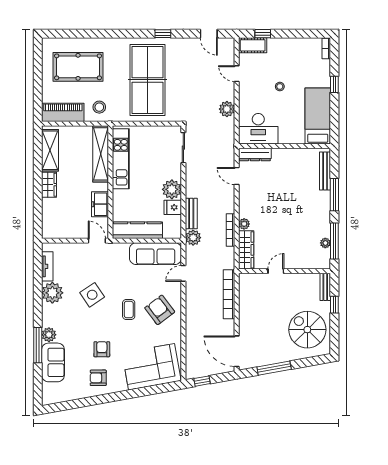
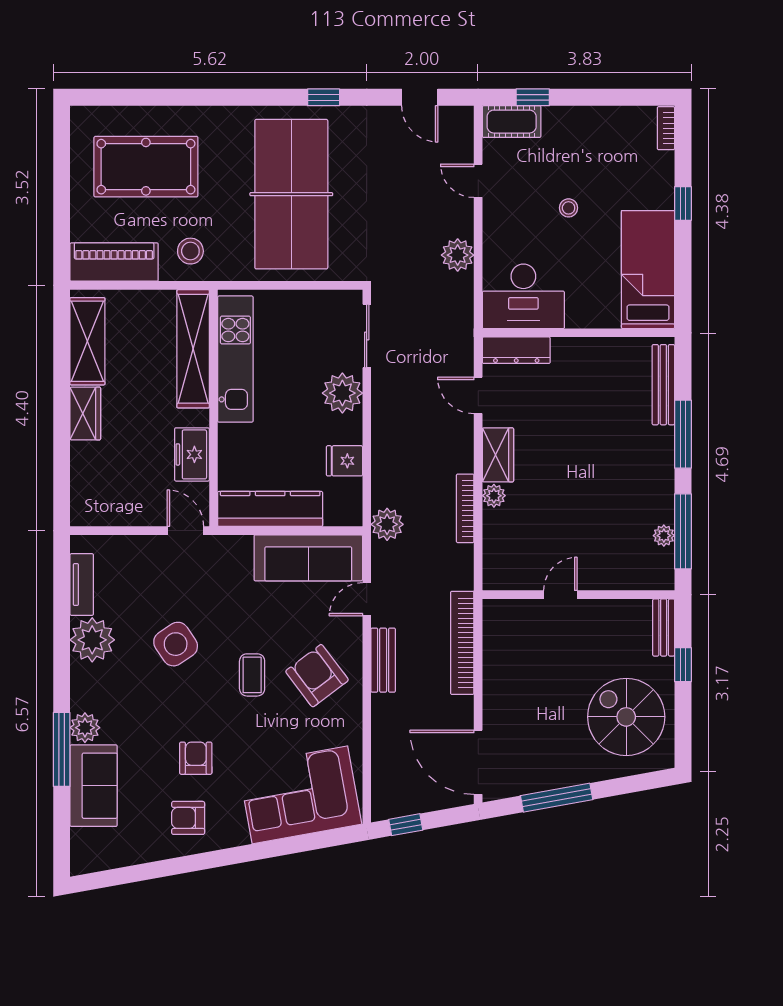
plant: (172, 189) -> (342, 393), moved
bench: (191, 213) -> (383, 660), moved
wardrobe: (246, 250) -> (498, 455), moved, width x0.67

